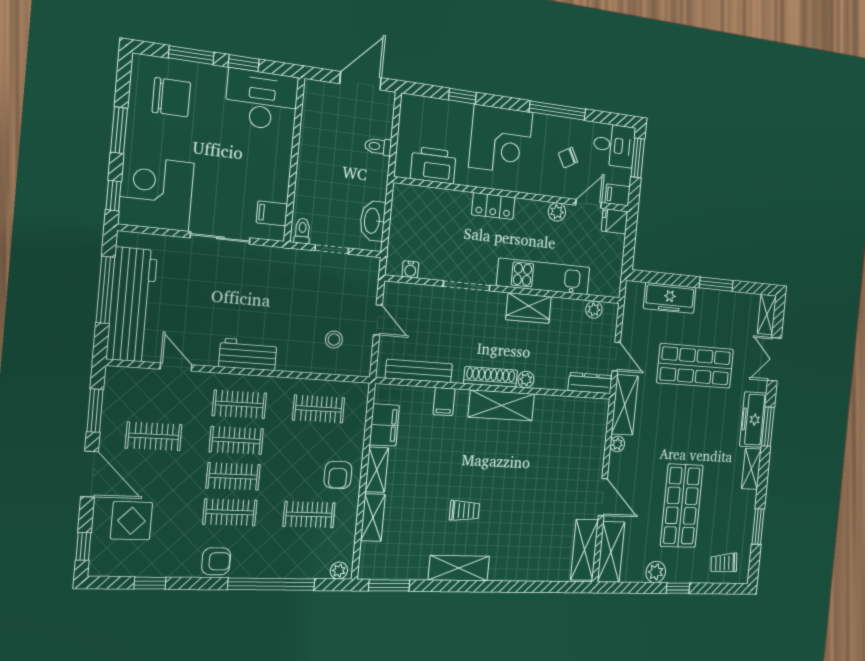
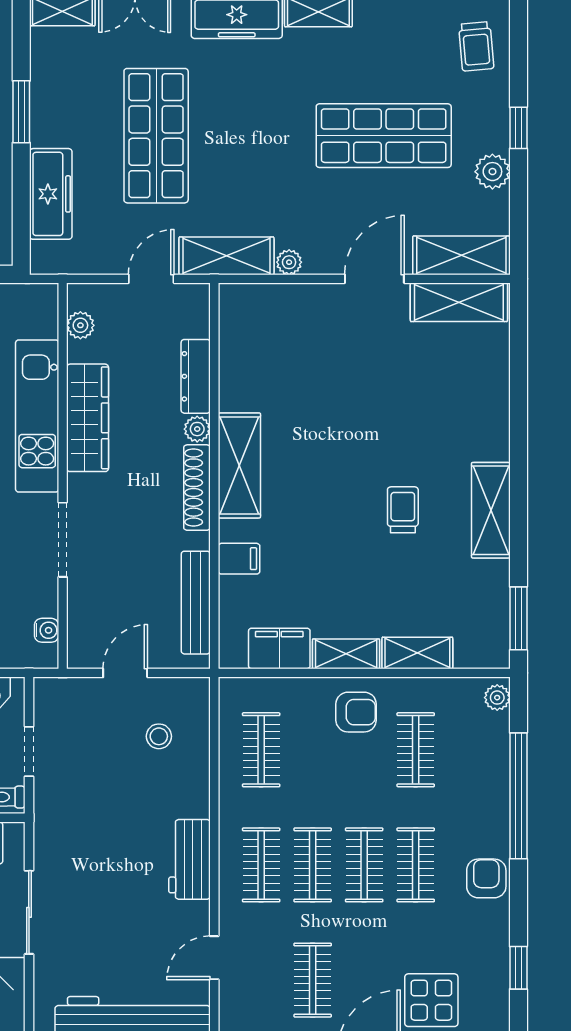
wardrobe: (529, 308) -> (88, 418), width x1.50
dresser: (590, 383) -> (196, 376), moved

